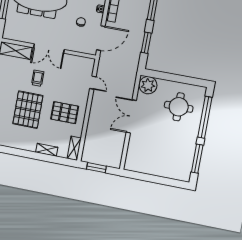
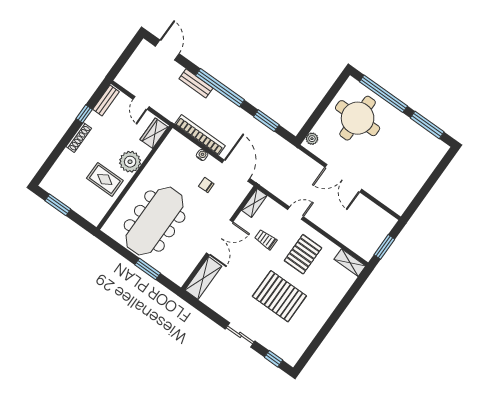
trolley: (38, 78) -> (266, 239), moved
door: (93, 83) -> (296, 213), moved
plant: (148, 85) -> (312, 139), width x0.53, depth x0.53
round table: (179, 107) -> (358, 118), width x1.36, depth x1.36
shelving: (47, 150) -> (254, 203), moved

